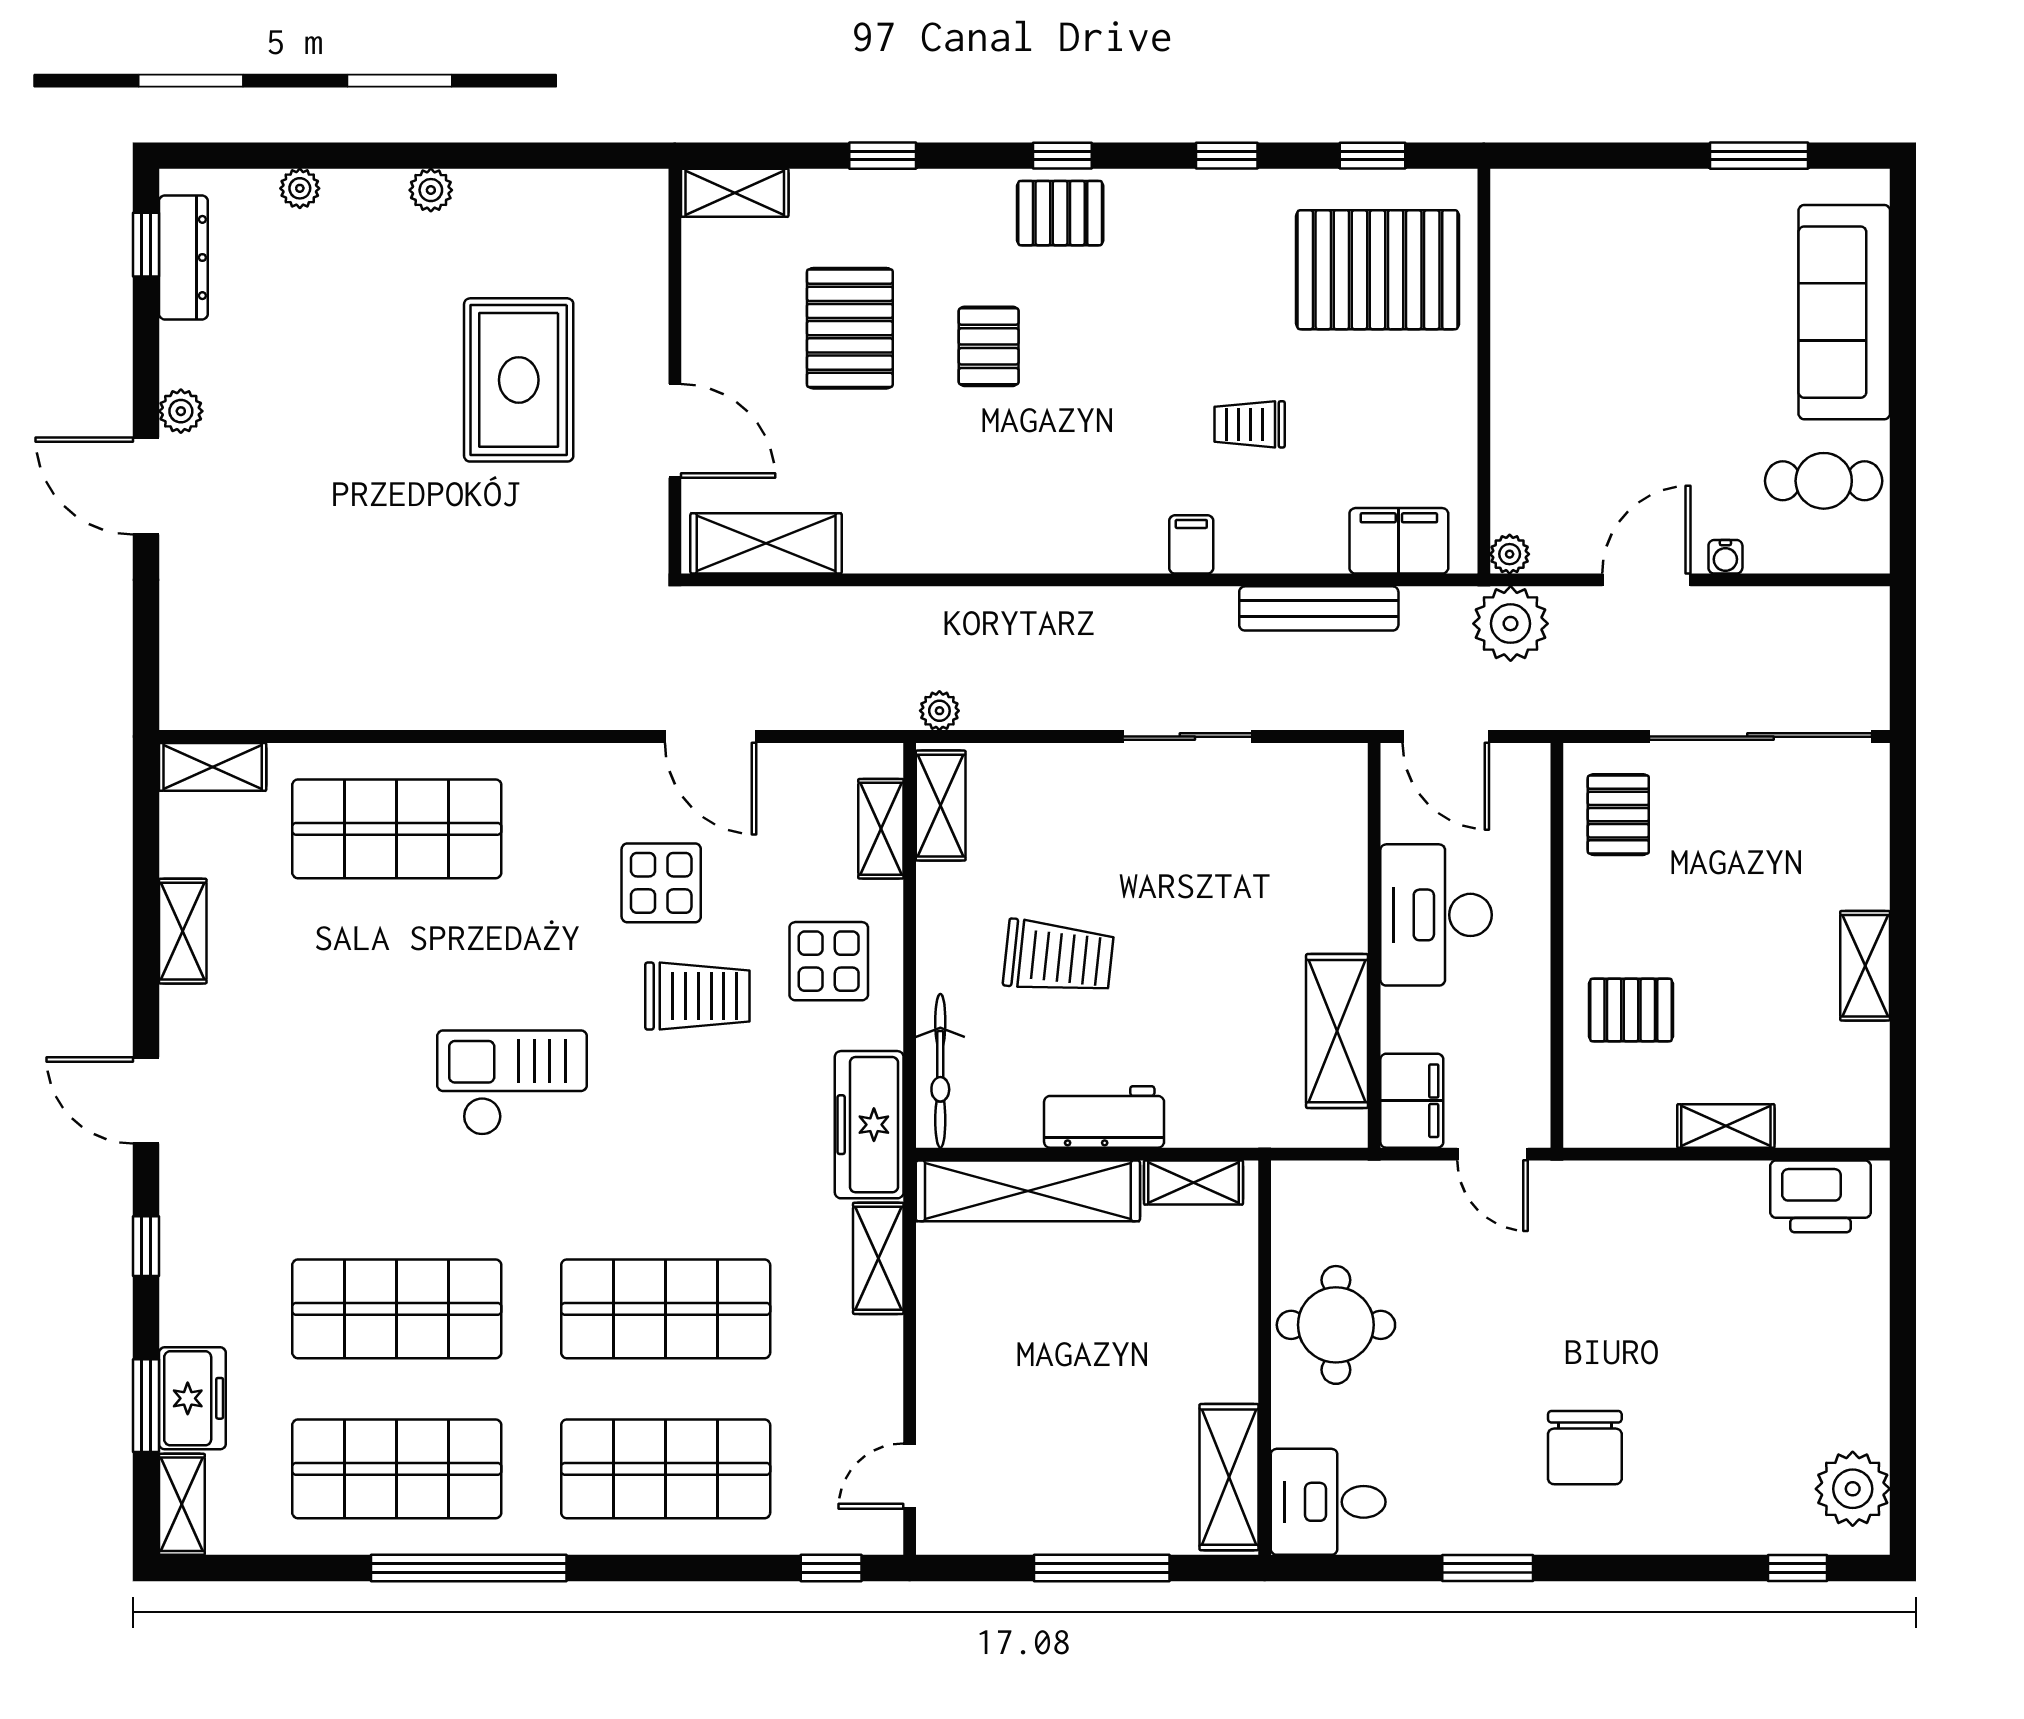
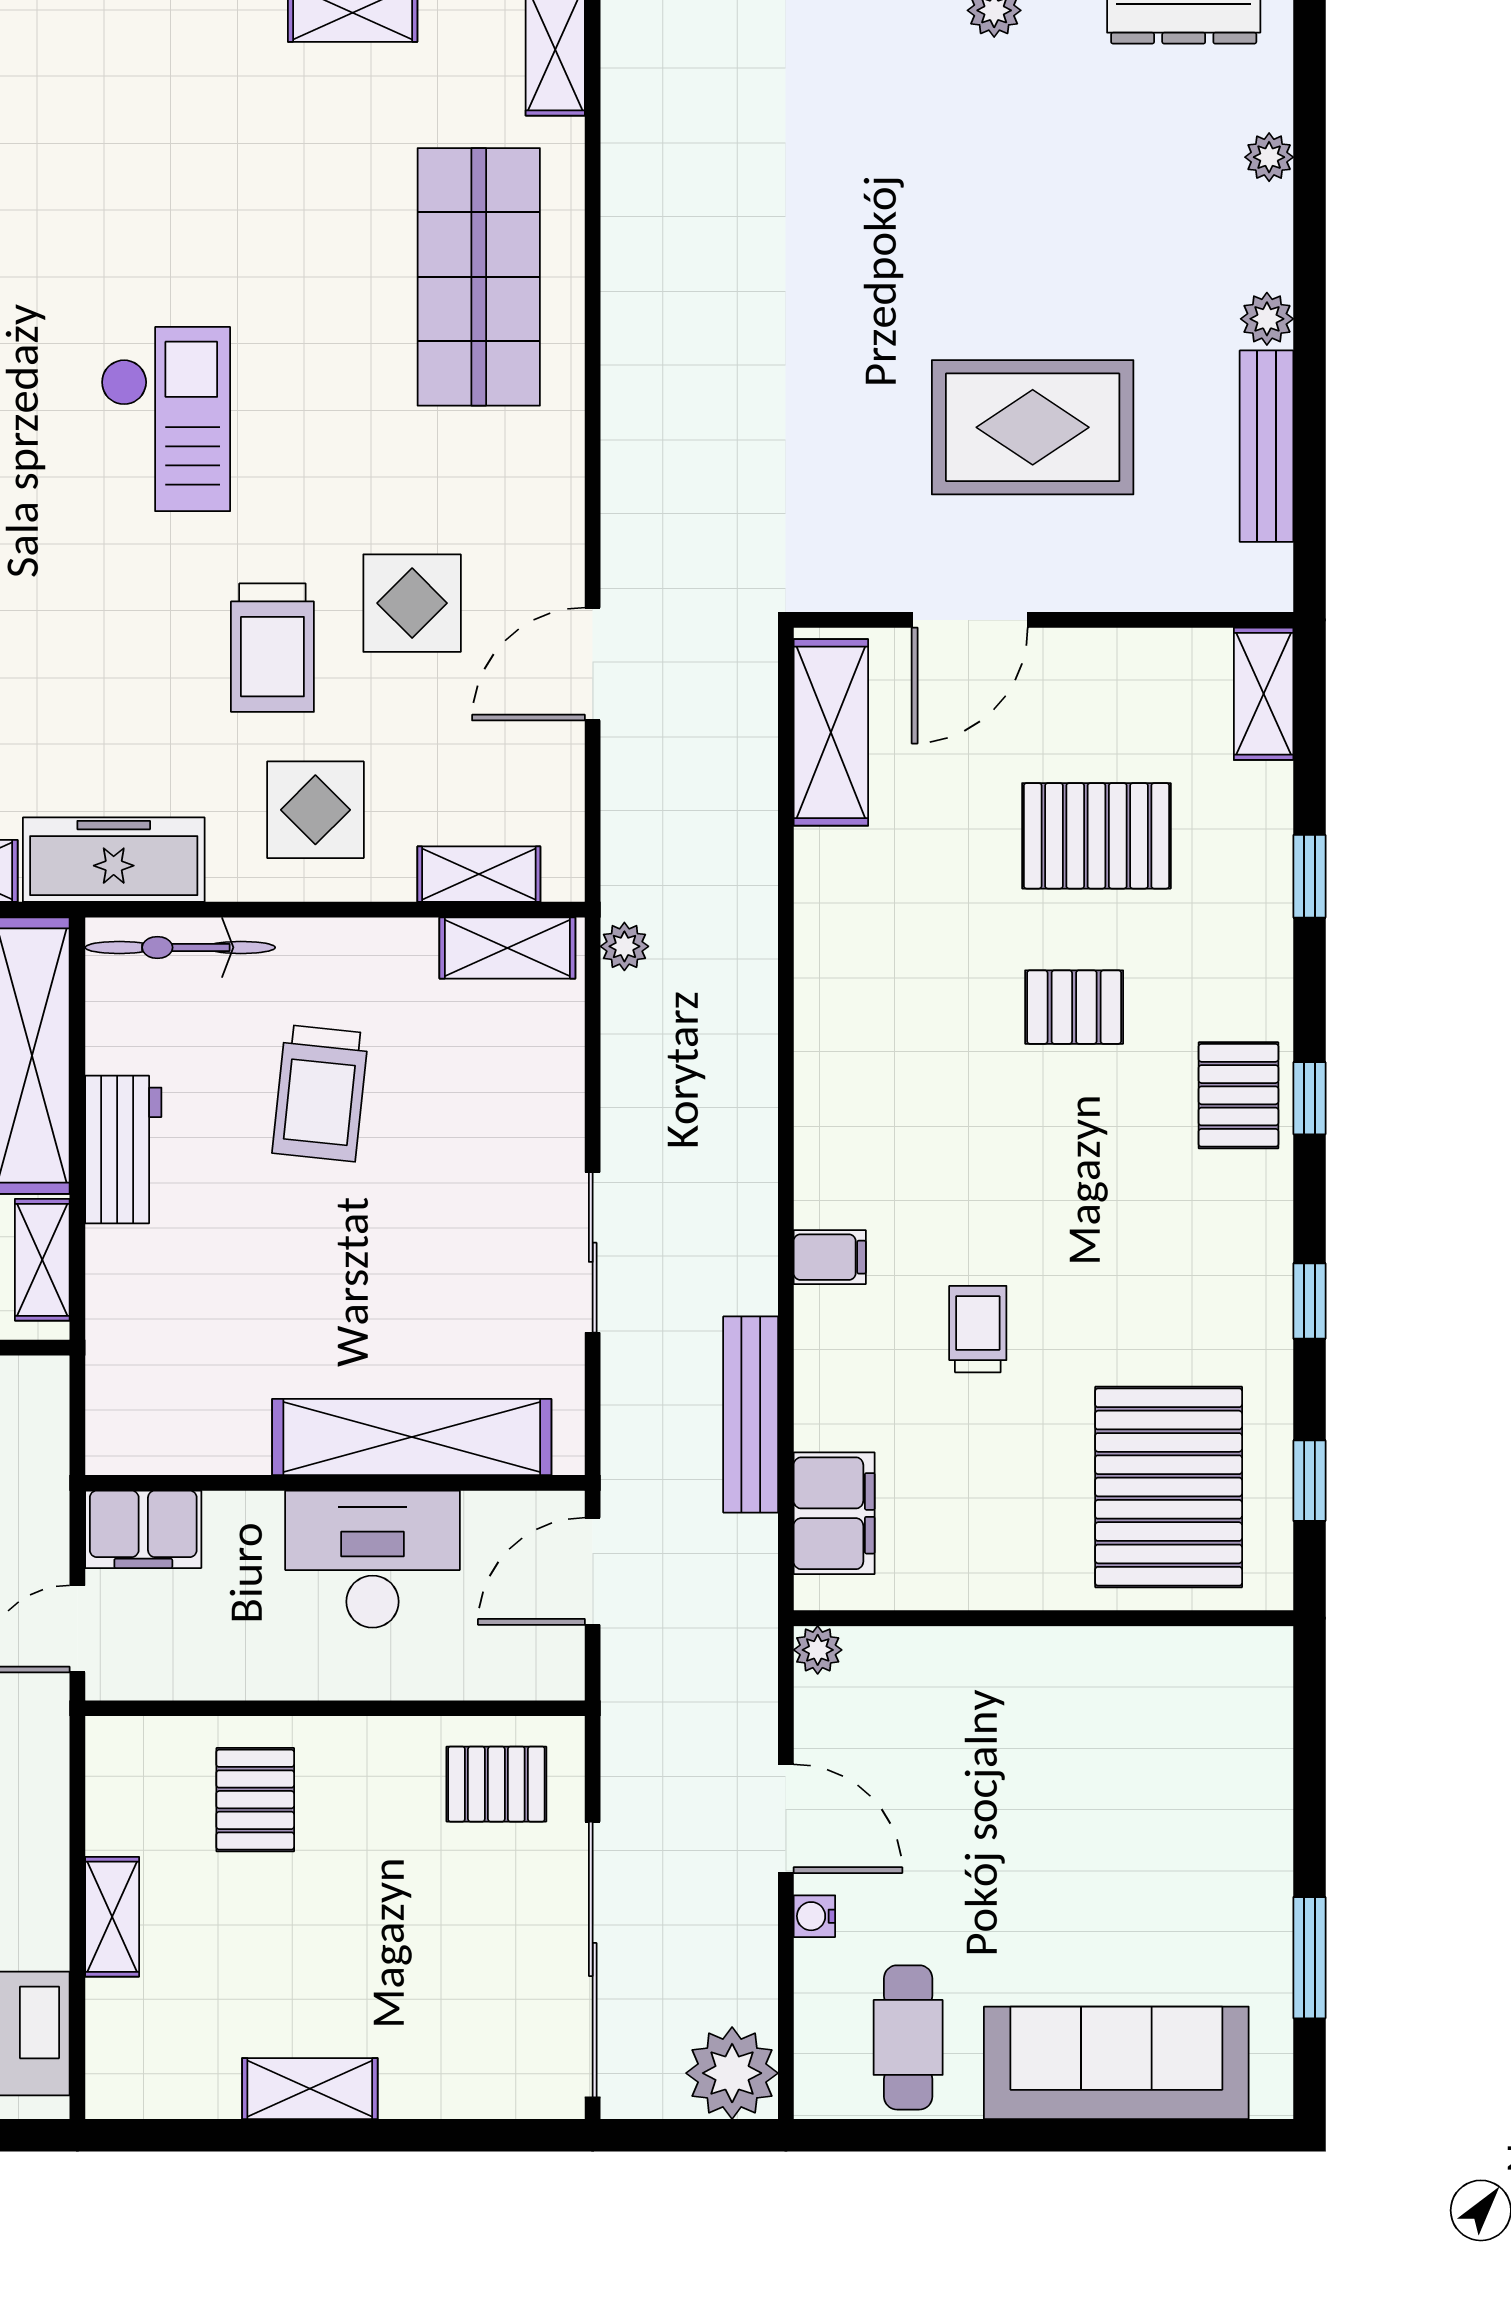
bench: (534, 190) -> (1267, 446), added
plant: (1511, 624) -> (732, 2073), moved
shelving: (1337, 1031) -> (412, 1437), moved, width x1.47

